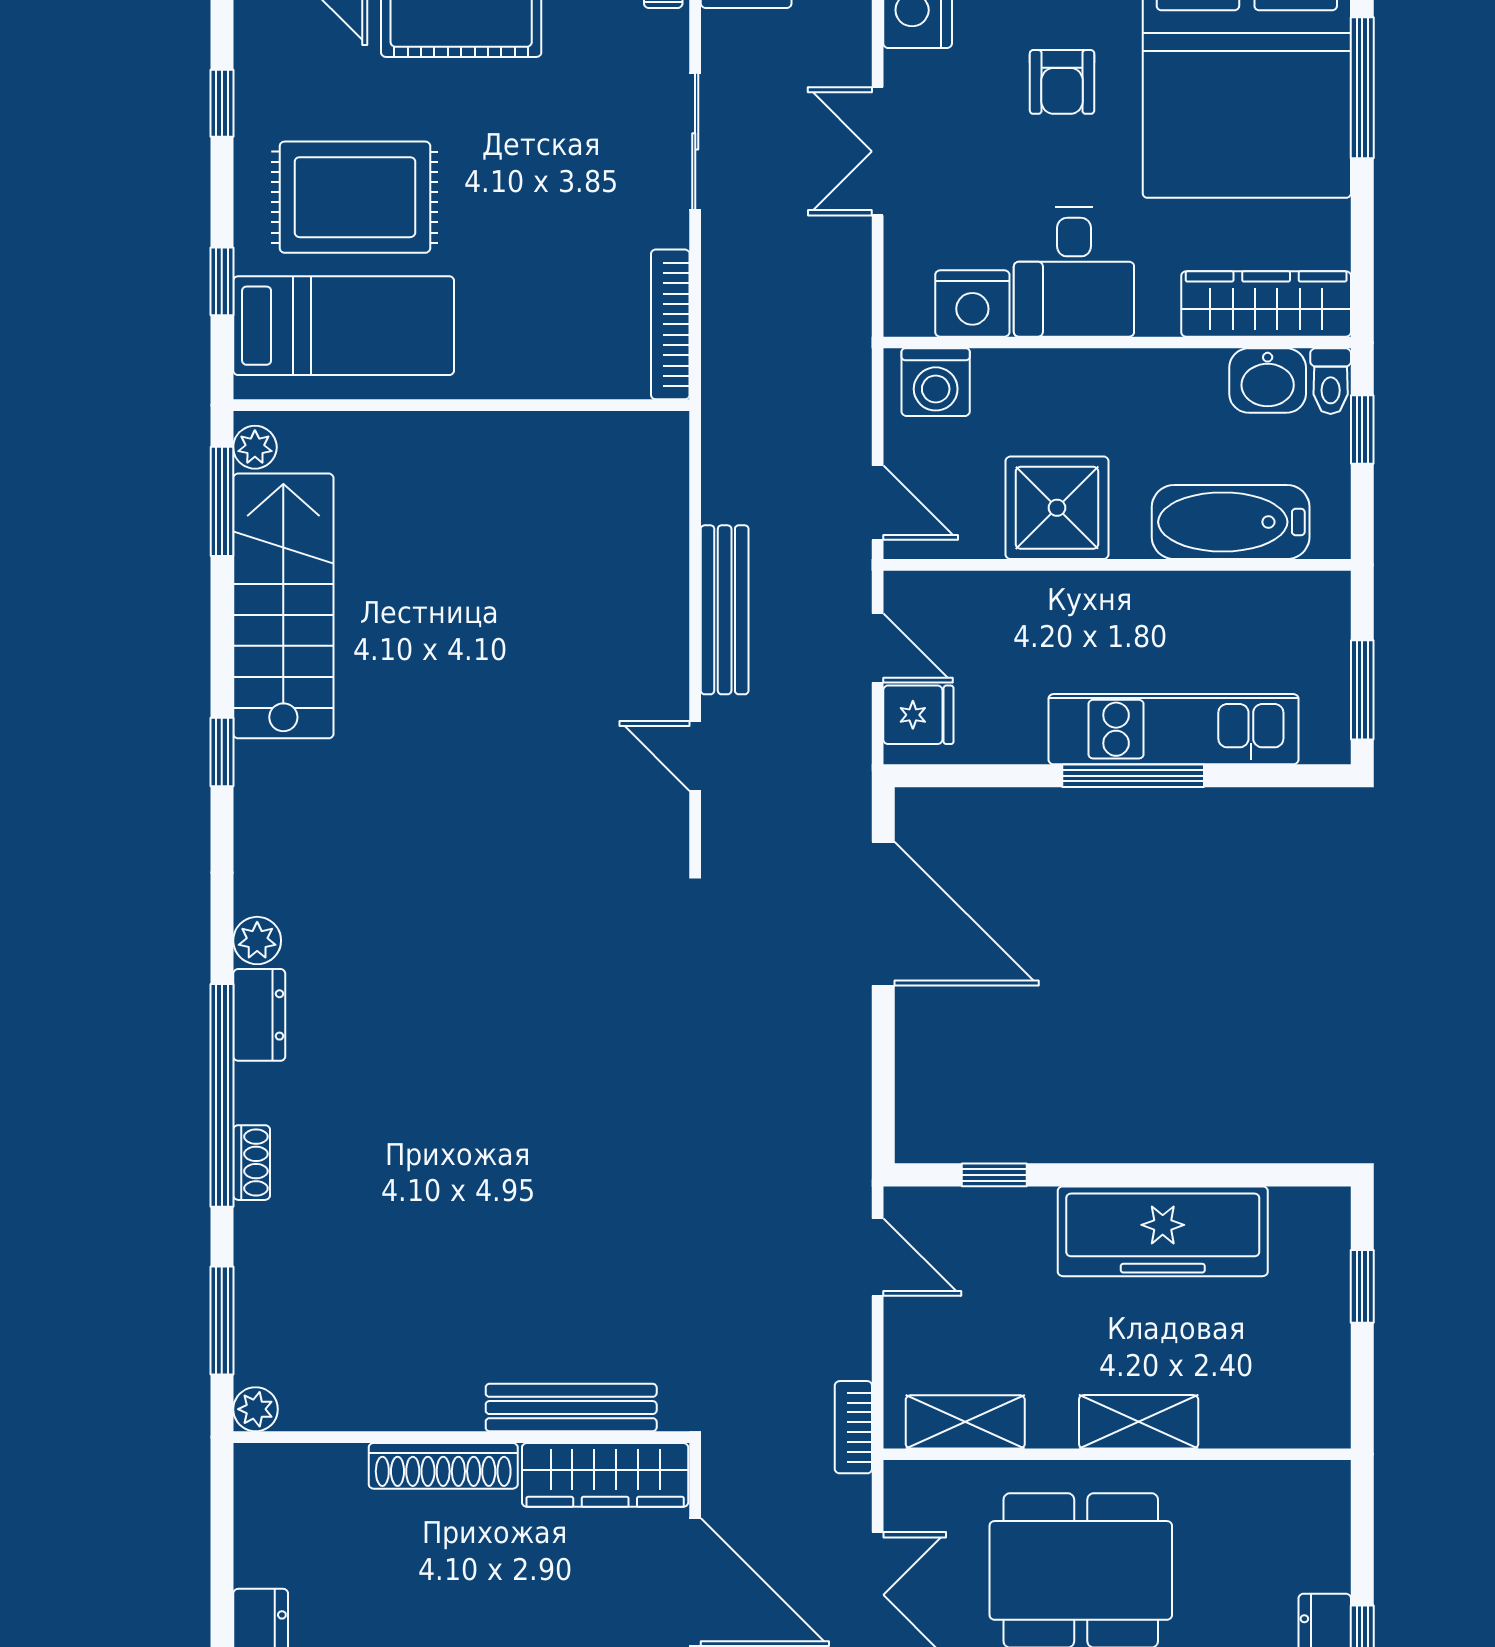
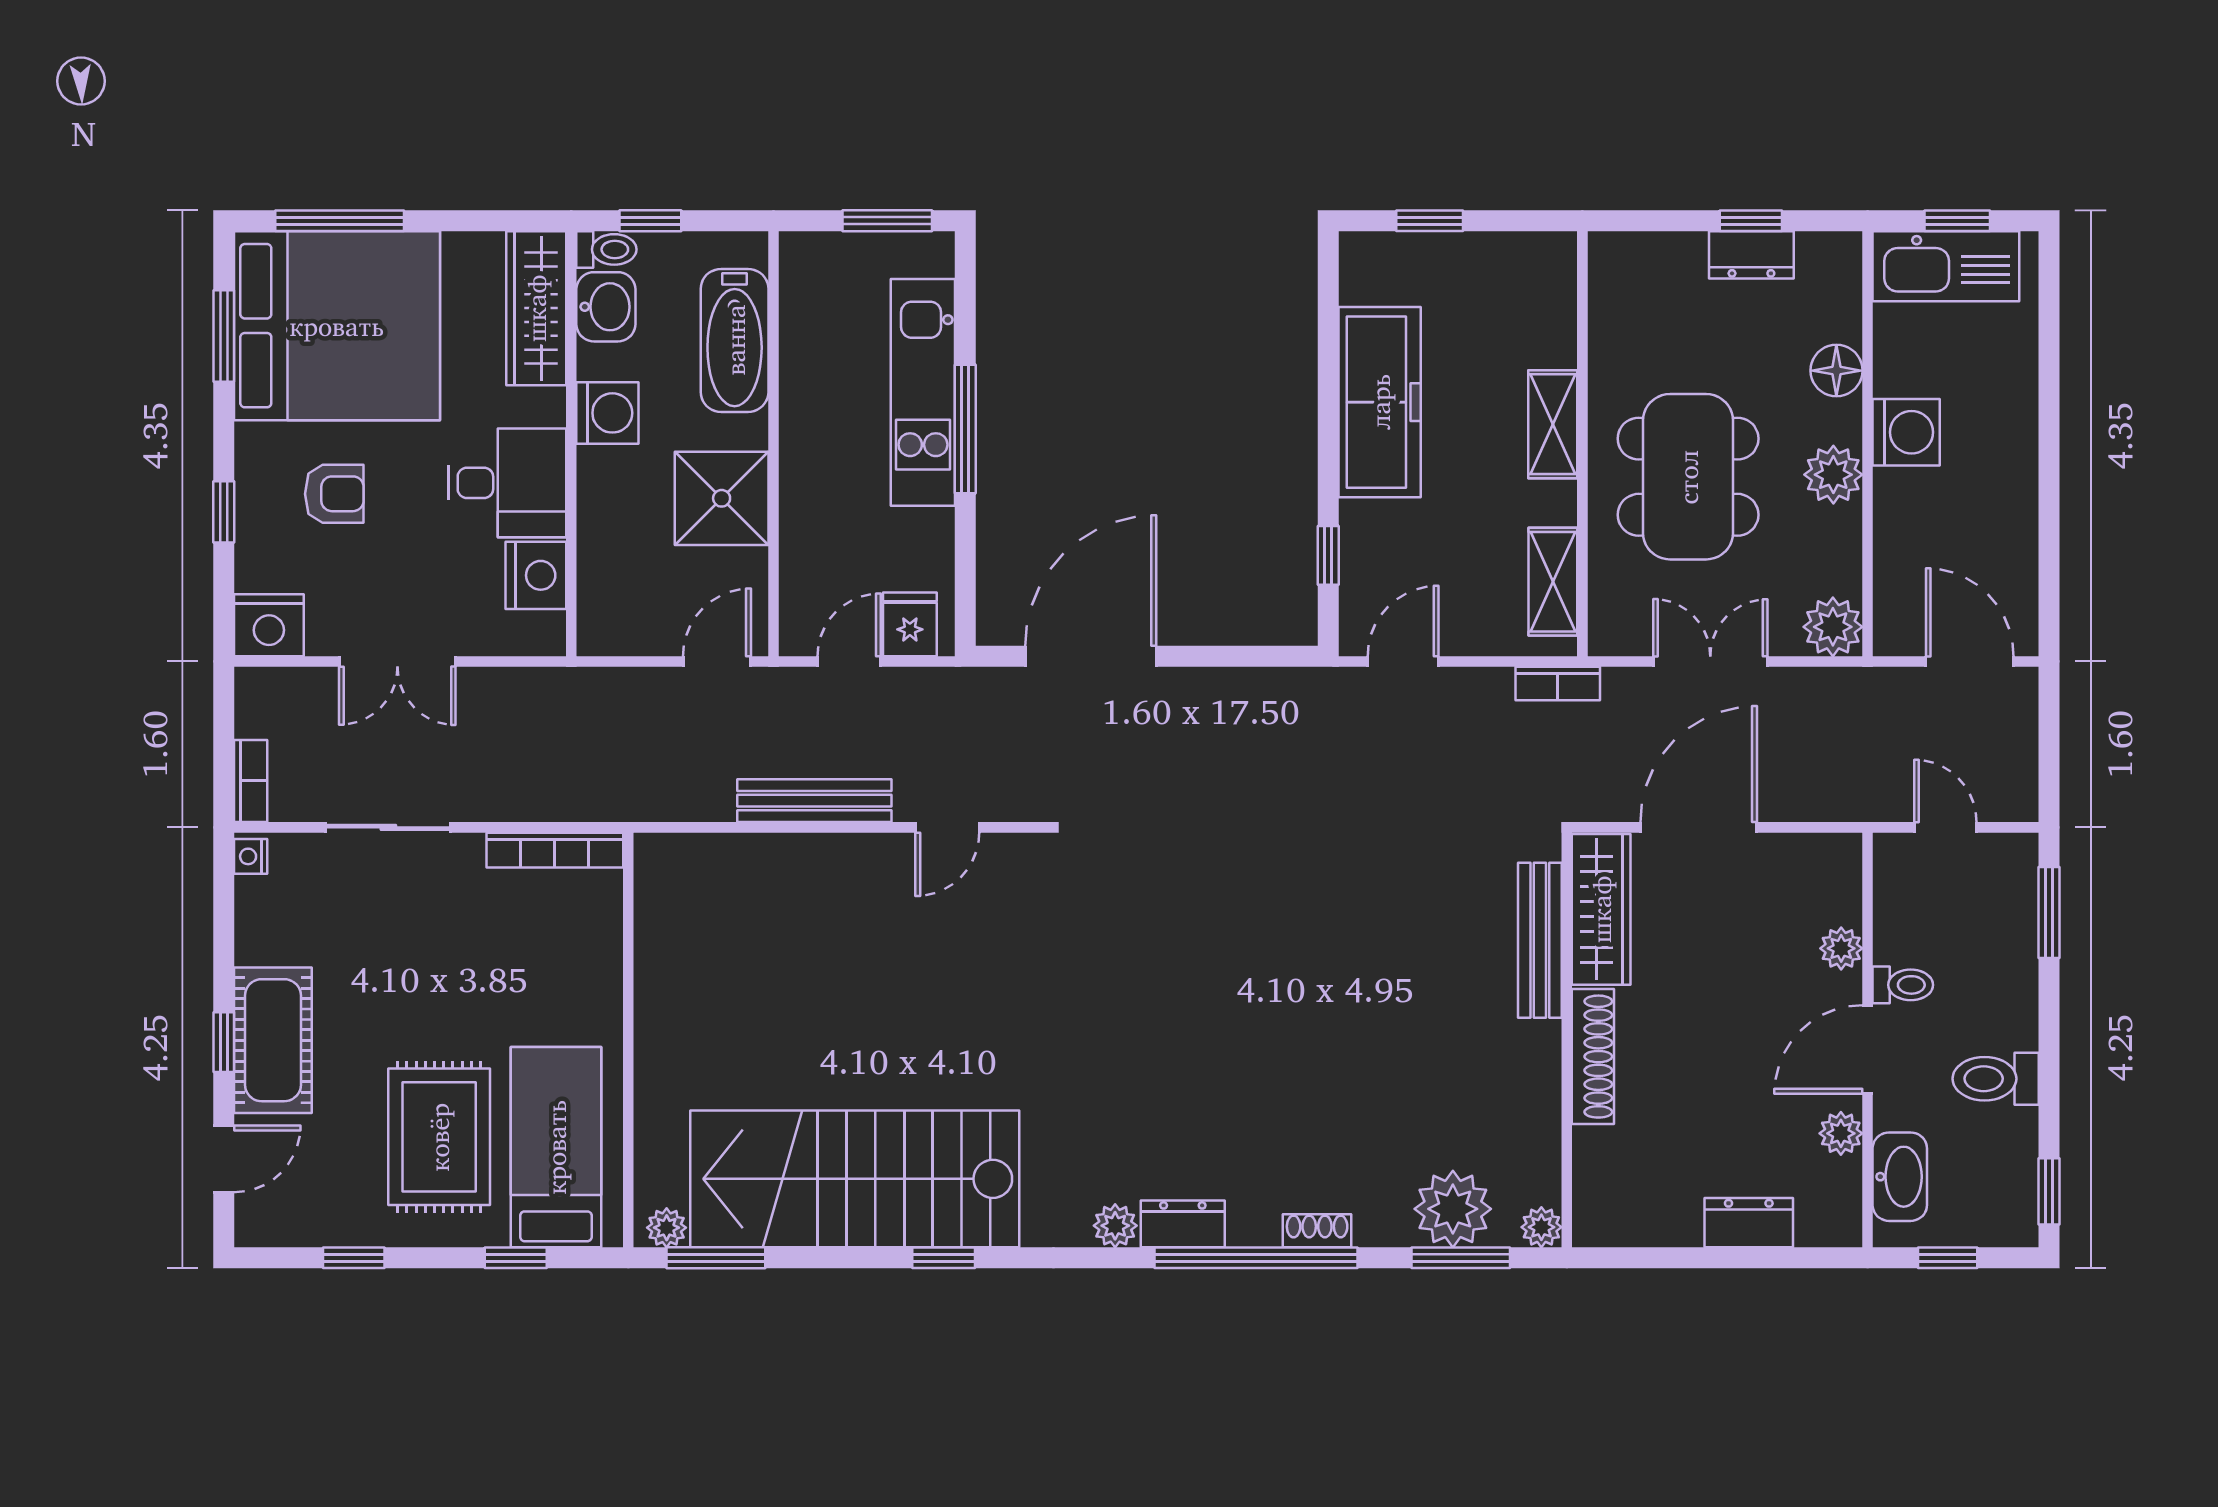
washing machine: (936, 382) -> (607, 413), moved
stairs: (283, 606) -> (855, 1179), width x1.36, depth x1.51
plant: (276, 1312) -> (1453, 1209), added

